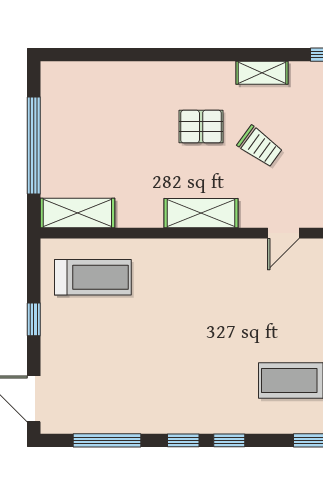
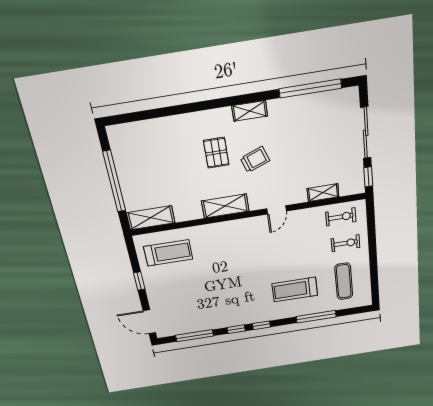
pallet: (201, 127) -> (216, 153), turned 90
trolley: (260, 146) -> (255, 159), turned -56

